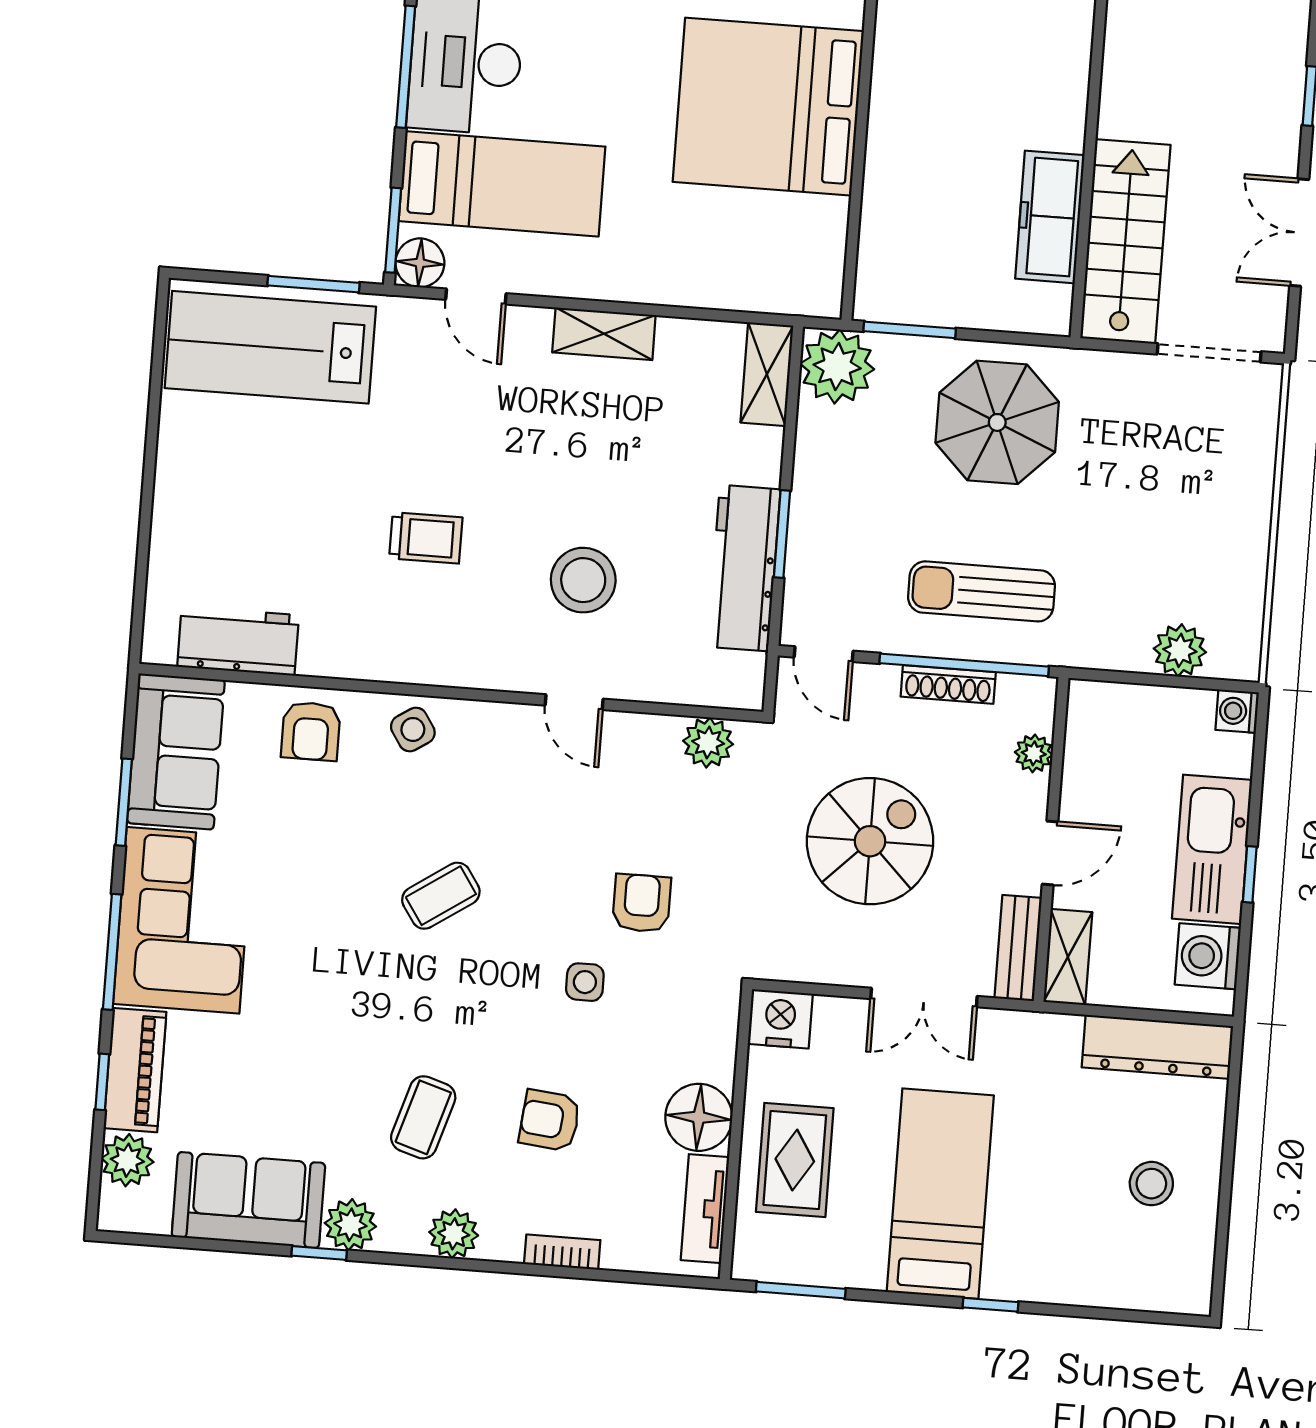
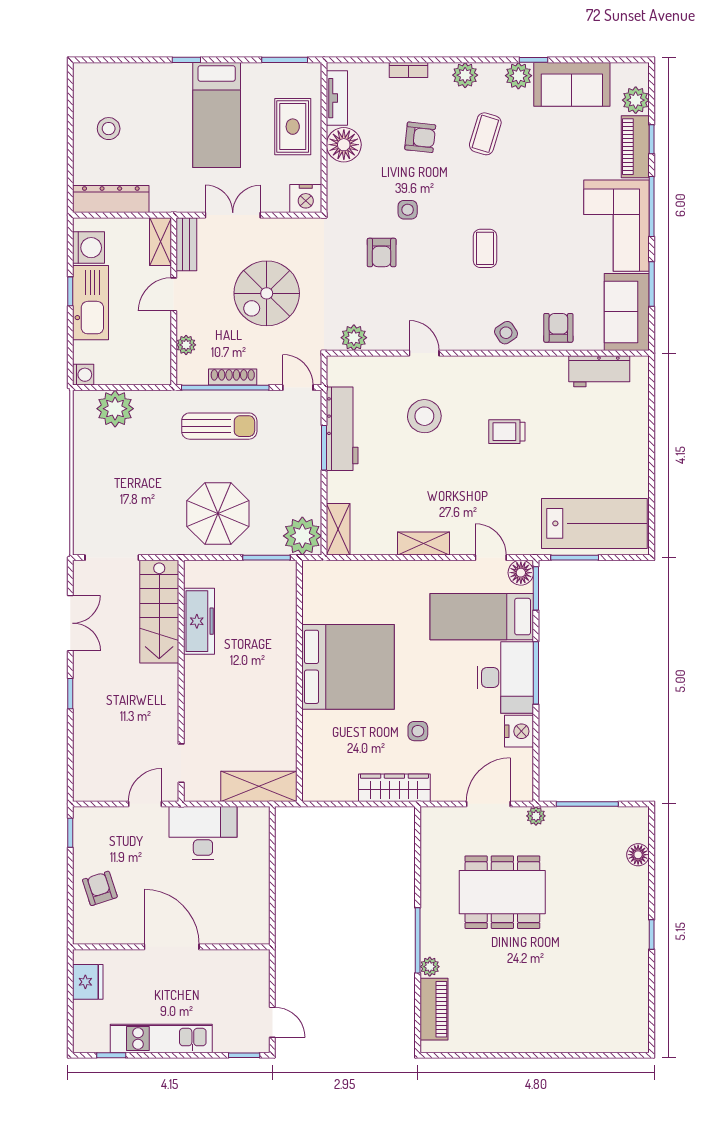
plant: (1180, 650) -> (115, 409), width x1.36, depth x1.36
coffee table: (441, 896) -> (485, 248), turned -56

